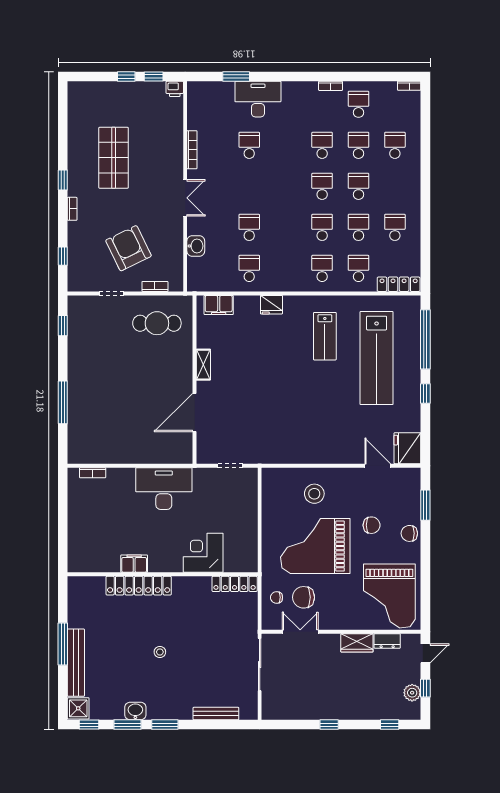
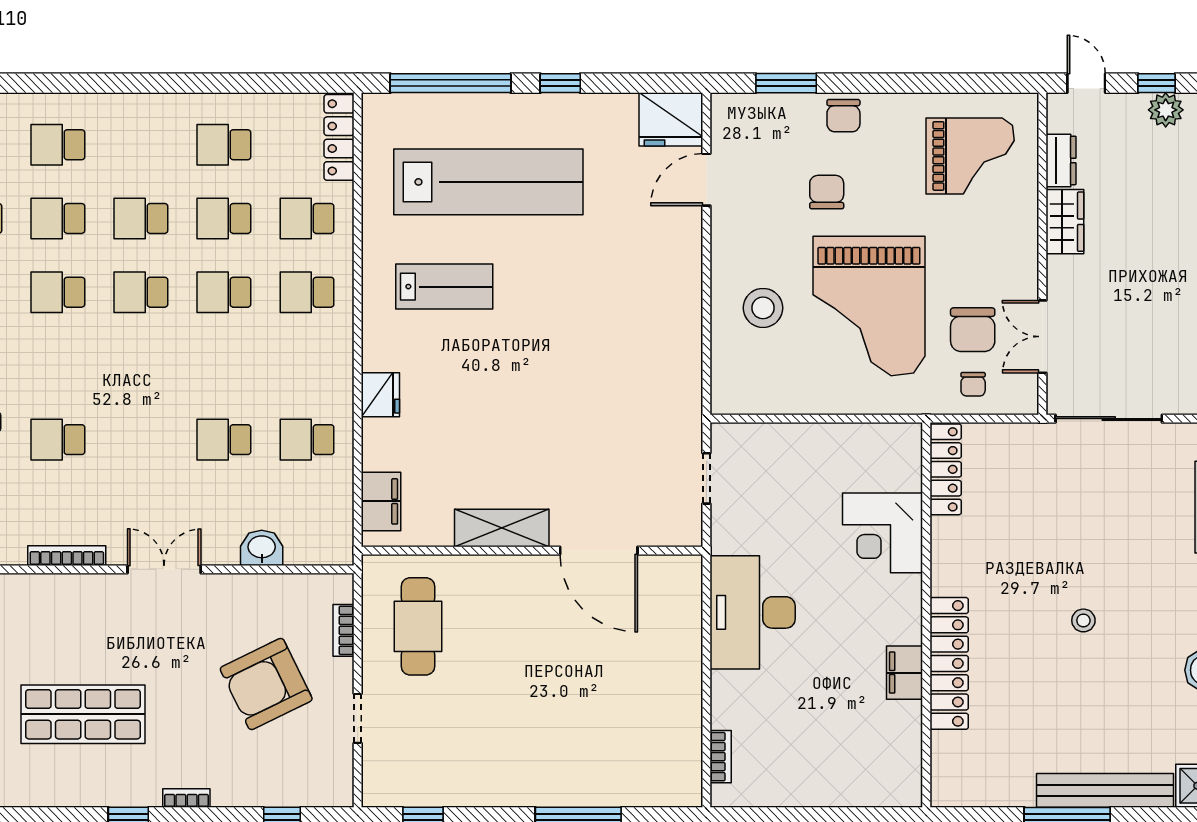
shelving: (203, 365) -> (502, 528), width x1.50, depth x1.33
grand piano: (389, 596) -> (970, 156), width x0.73, depth x0.68

